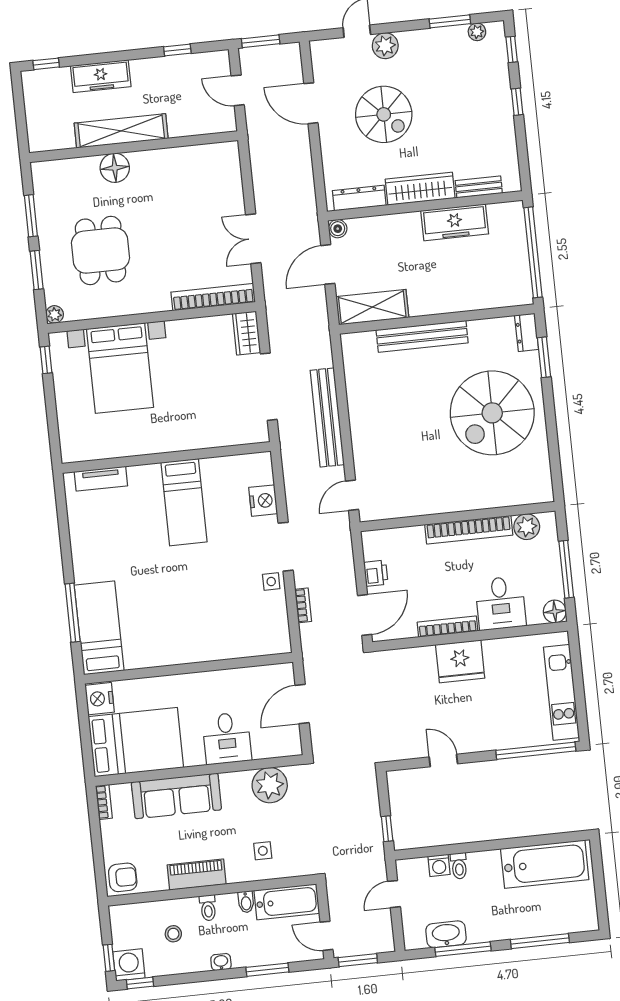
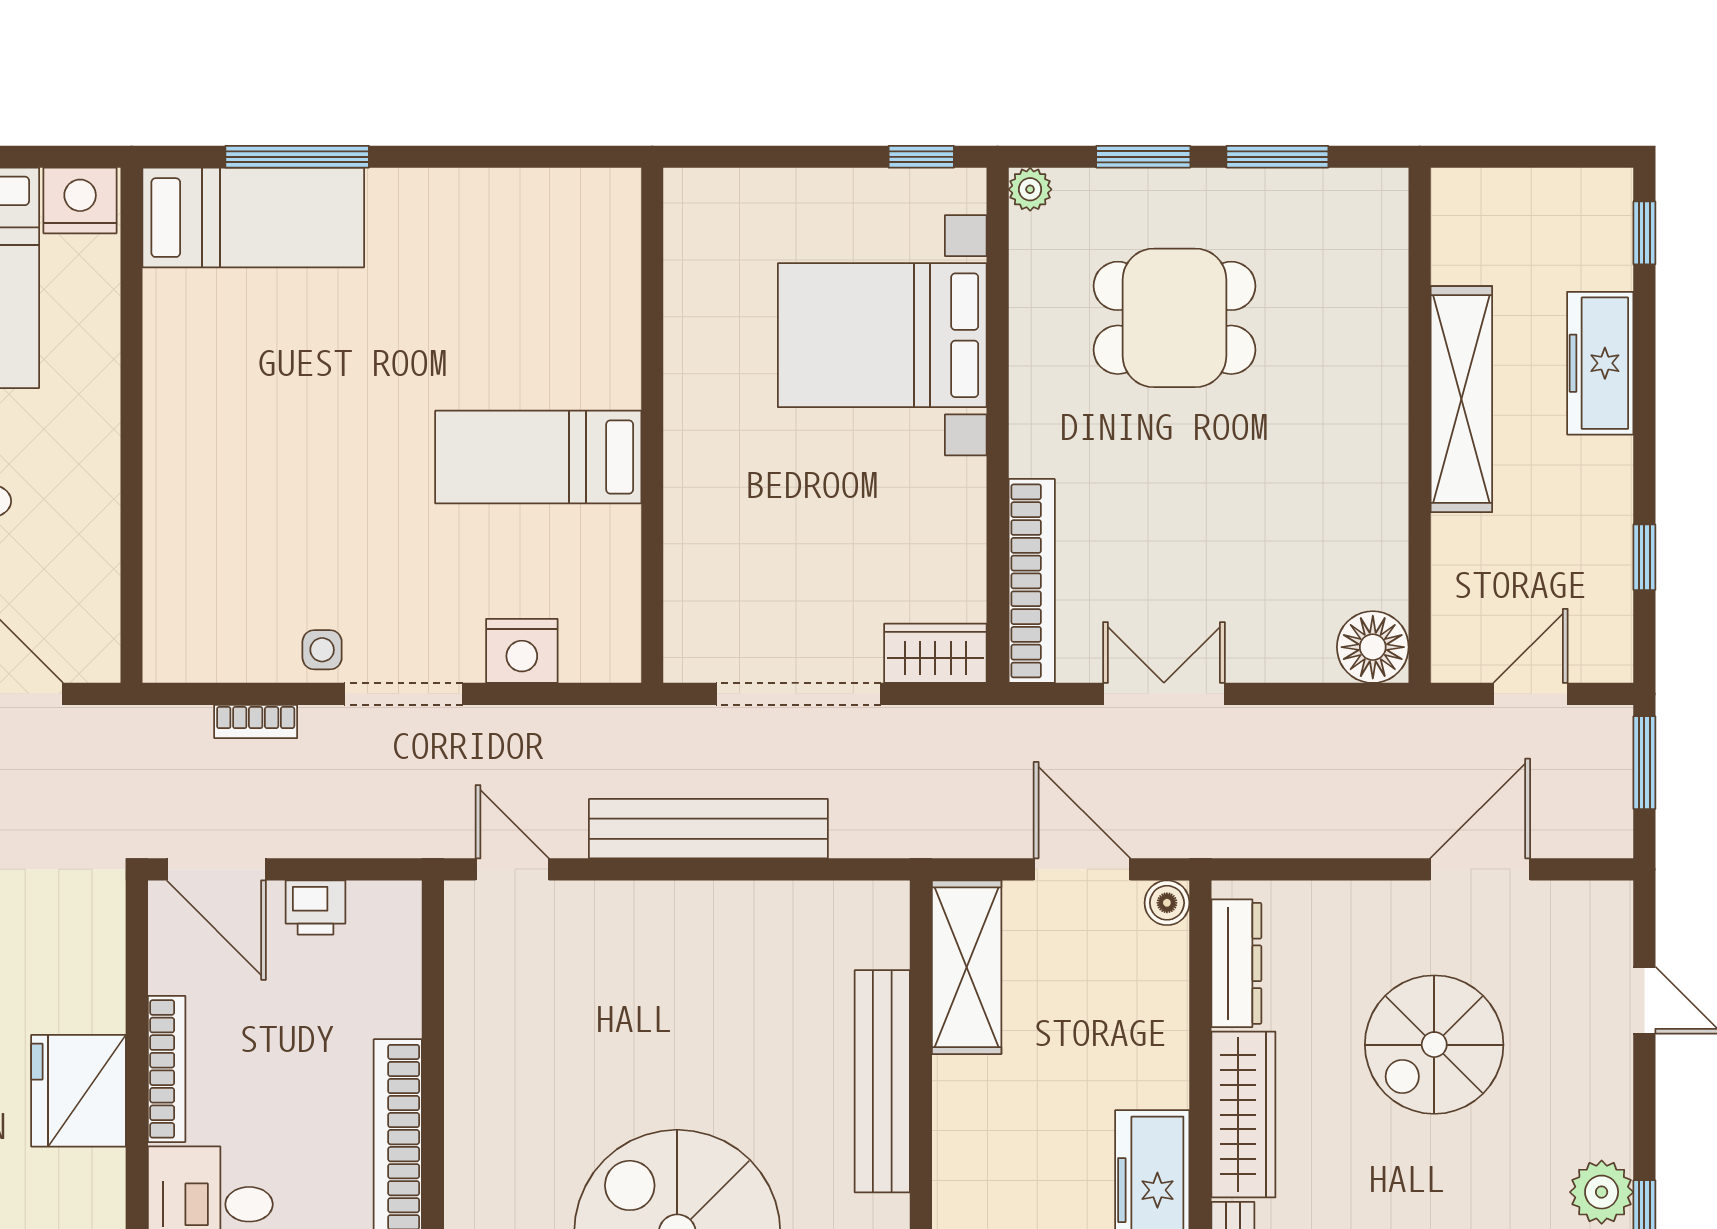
plant: (385, 46) -> (1602, 1192), moved
floor lamp: (115, 168) -> (1373, 647), moved
tv unit: (101, 479) -> (617, 260), removed

